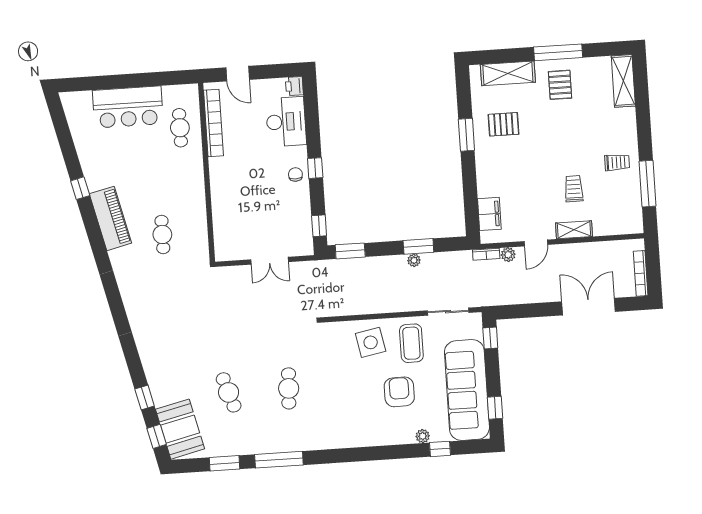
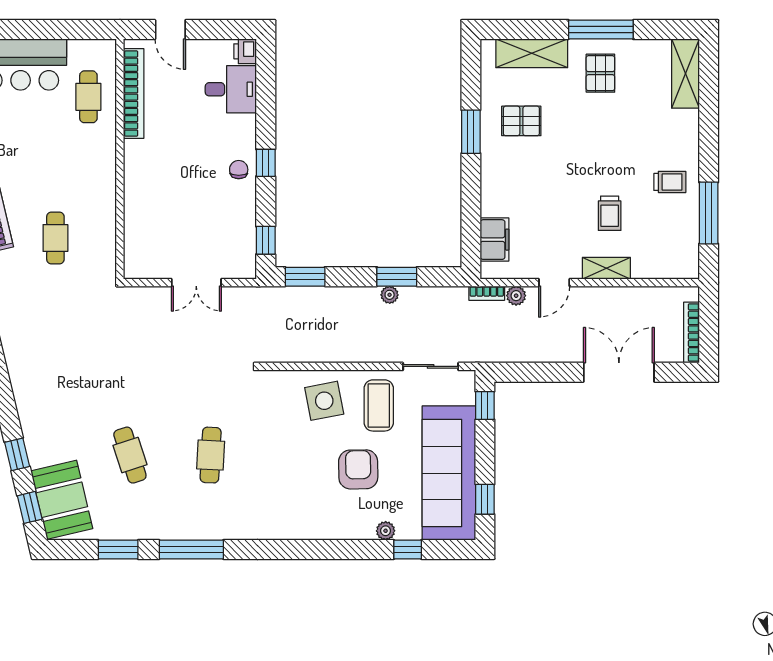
desk: (286, 122) -> (231, 89), width x0.73
trolley: (574, 189) -> (610, 213), turned 180

